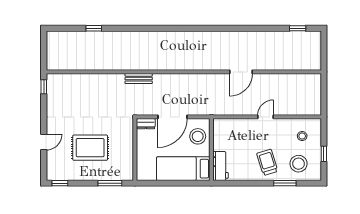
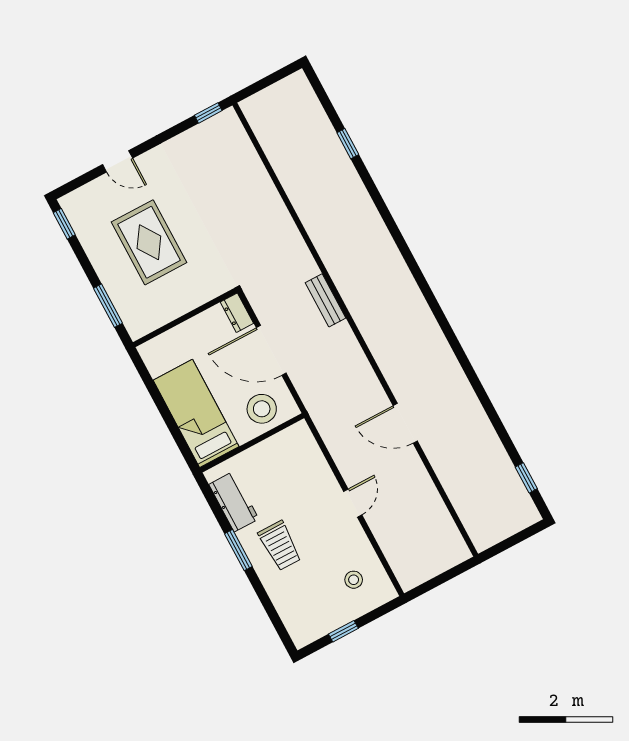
bench: (139, 79) -> (326, 300), moved
door: (266, 117) -> (353, 503), hinge flipped
trolley: (267, 162) -> (280, 546), turned 107
stool: (299, 164) -> (305, 598), removed
workbench: (220, 166) -> (234, 502), moved, turned -90
window: (285, 183) -> (238, 550), moved

